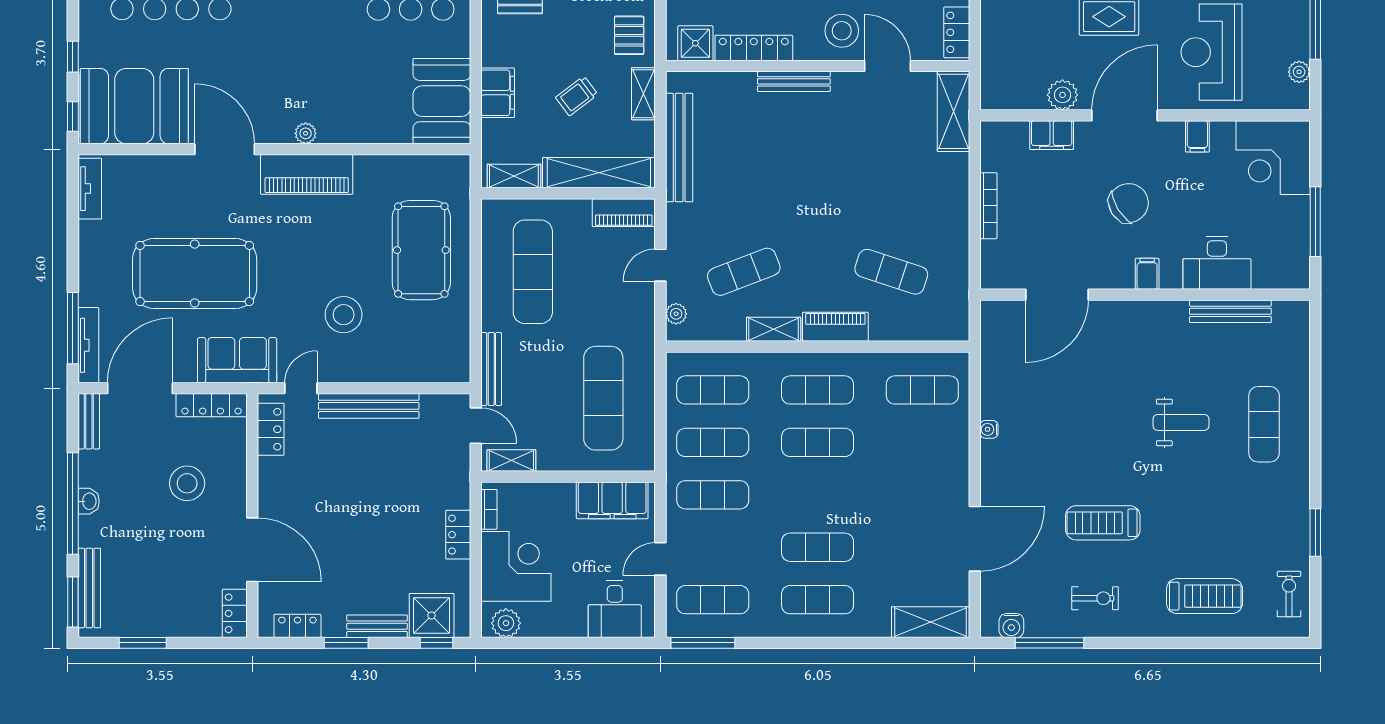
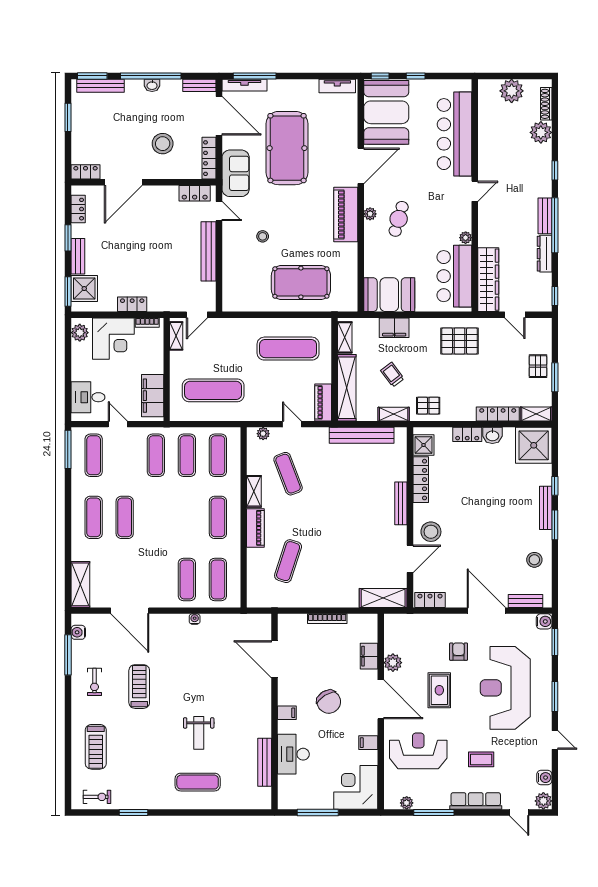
cafe table: (314, 85) -> (399, 219), added
stool: (344, 315) -> (263, 236), width x0.53, depth x0.53
bench: (491, 369) -> (230, 324), removed
exercise mat: (818, 442) -> (187, 579), moved
window: (436, 643) -> (68, 291), width x1.50

